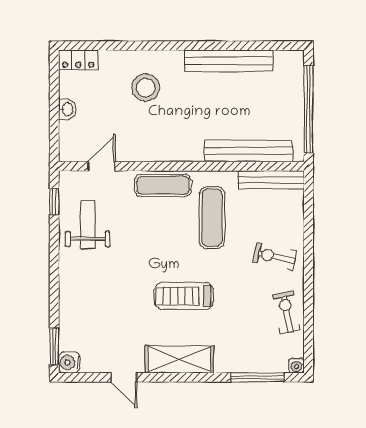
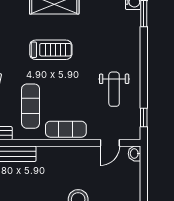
washbasin: (67, 109) -> (135, 154), moved
weight bench: (88, 225) -> (114, 89), moved

